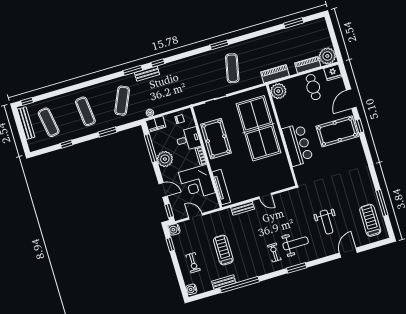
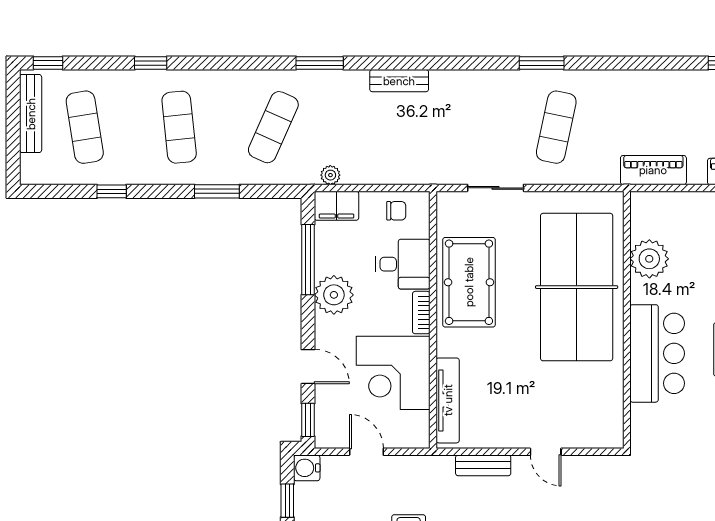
window: (158, 63) -> (151, 63), moved
bench: (147, 74) -> (399, 81), moved
plant: (278, 91) -> (649, 259), moved

